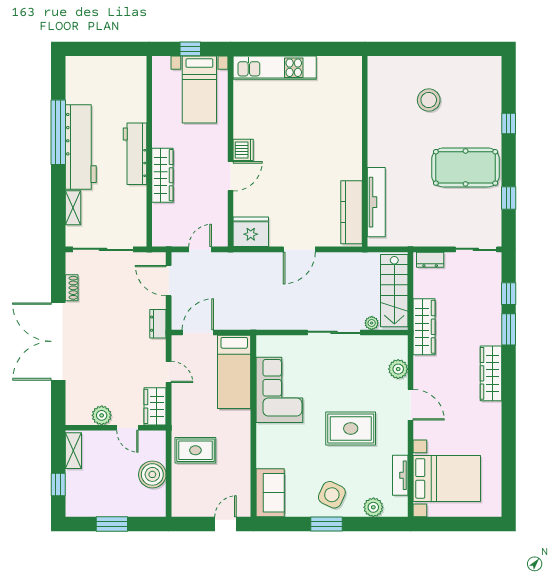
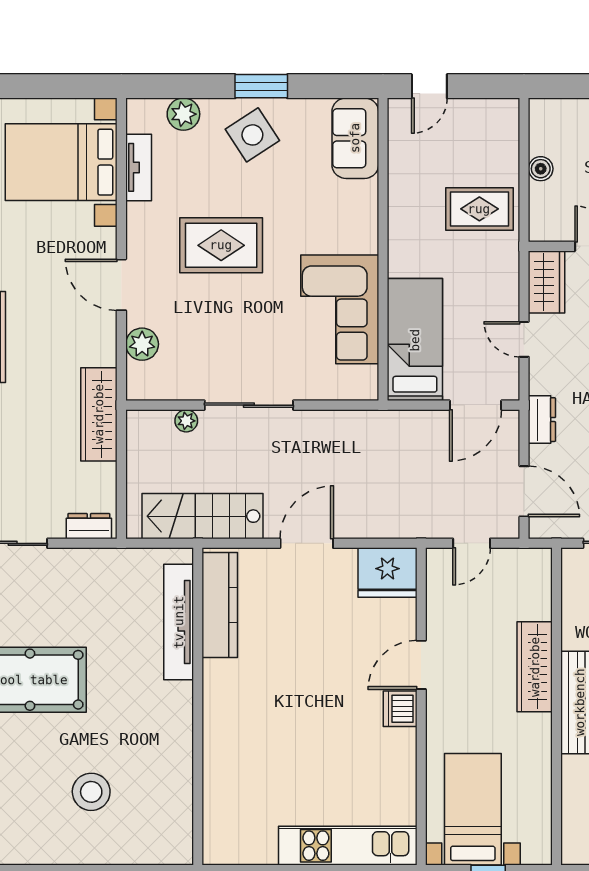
stairs: (394, 291) -> (203, 516), moved, turned -90
boiler: (152, 474) -> (541, 169), width x0.54, depth x0.54
side table: (332, 495) -> (252, 135), turned 32

